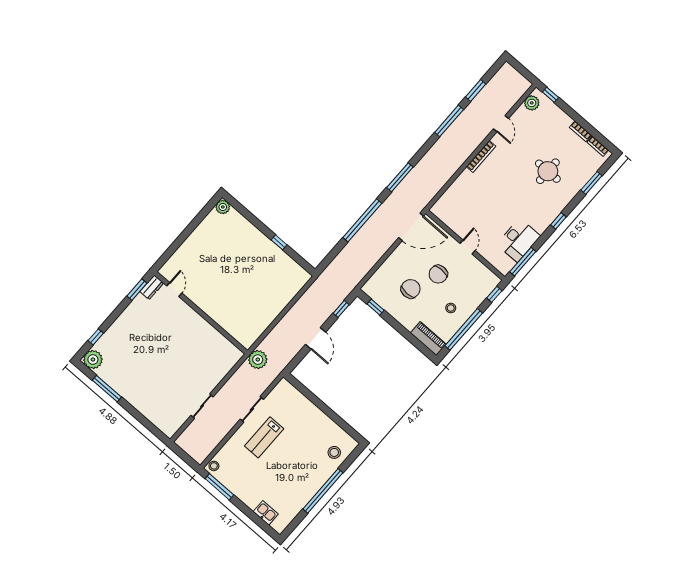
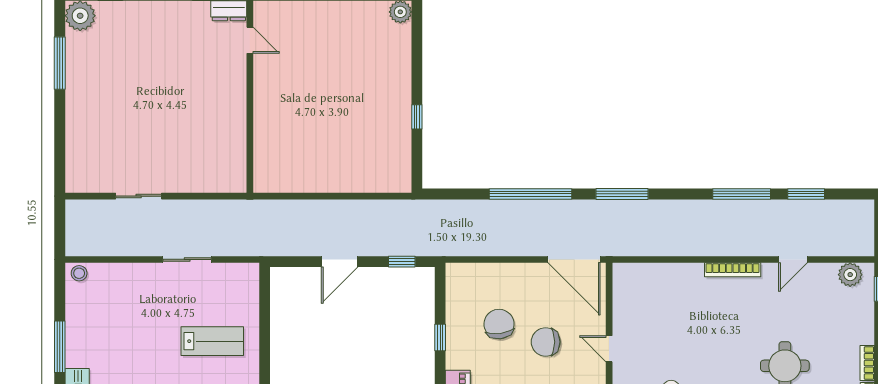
door: (468, 247) -> (609, 349), swing flipped
chair: (411, 289) -> (499, 324), turned -97
door: (174, 290) -> (250, 40), hinge flipped
window: (376, 307) -> (440, 337), moved
plant: (258, 360) -> (253, 214), removed
lab bench: (264, 437) -> (212, 341), moved, turned 180
window: (219, 487) -> (60, 347), moved

